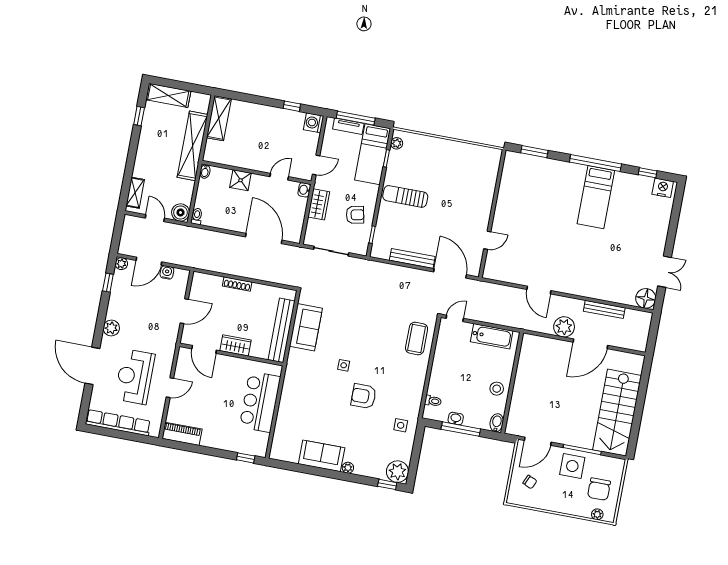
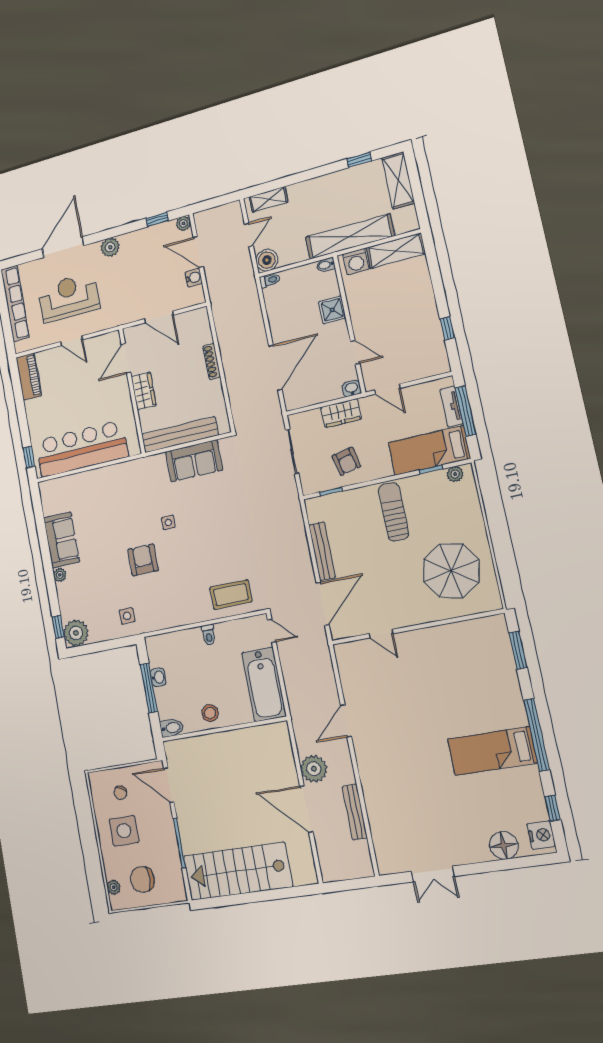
washing machine: (314, 123) -> (356, 262), moved, turned 180
parasol: (463, 174) -> (451, 571), added
floor lamp: (646, 298) -> (504, 845), moved
bathtub: (492, 336) -> (264, 684), width x1.36, depth x1.36
toilet: (433, 401) -> (209, 635), moved
bar counter: (260, 402) -> (82, 449), width x1.36
side table: (572, 466) -> (124, 831), moved

